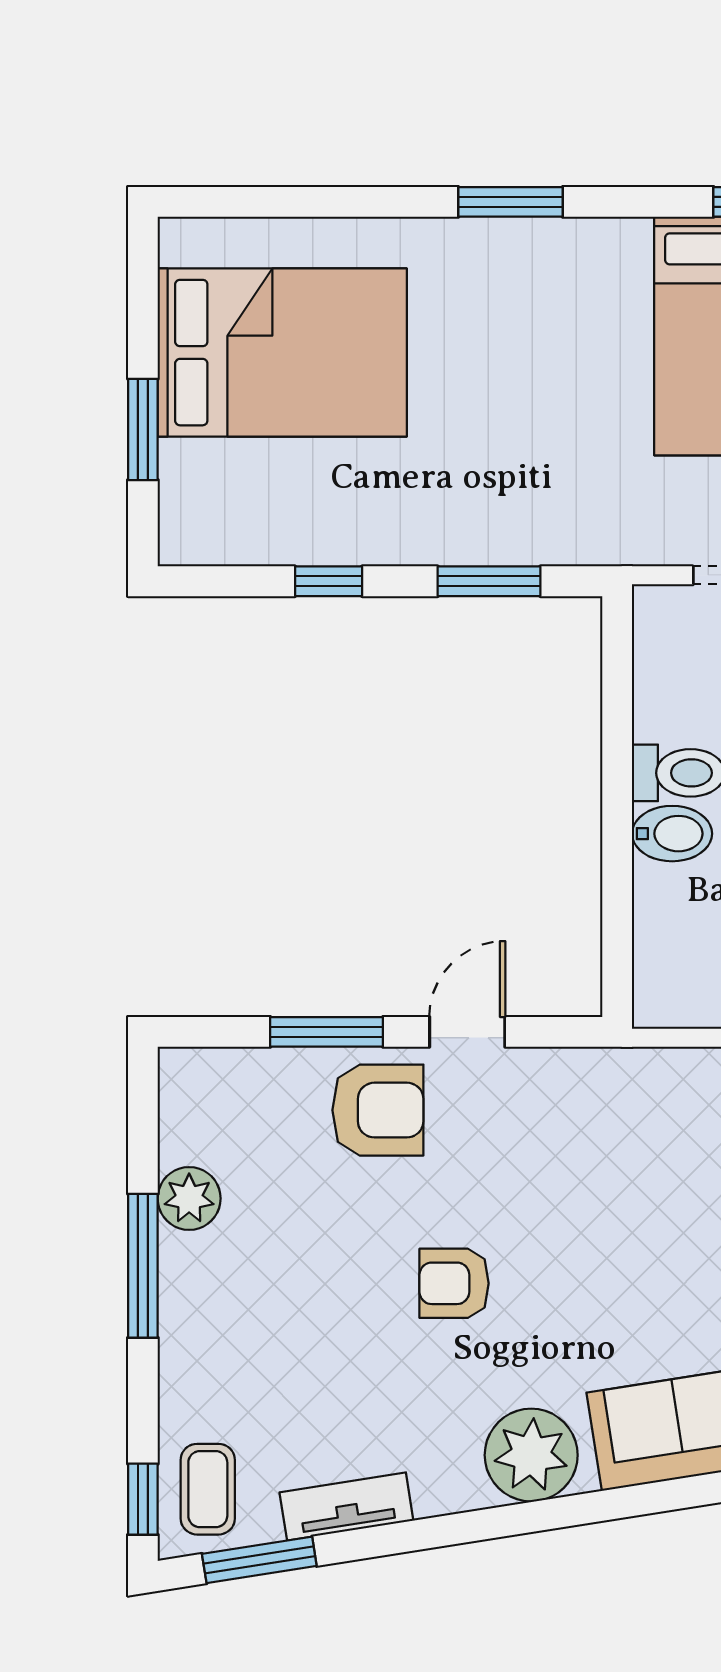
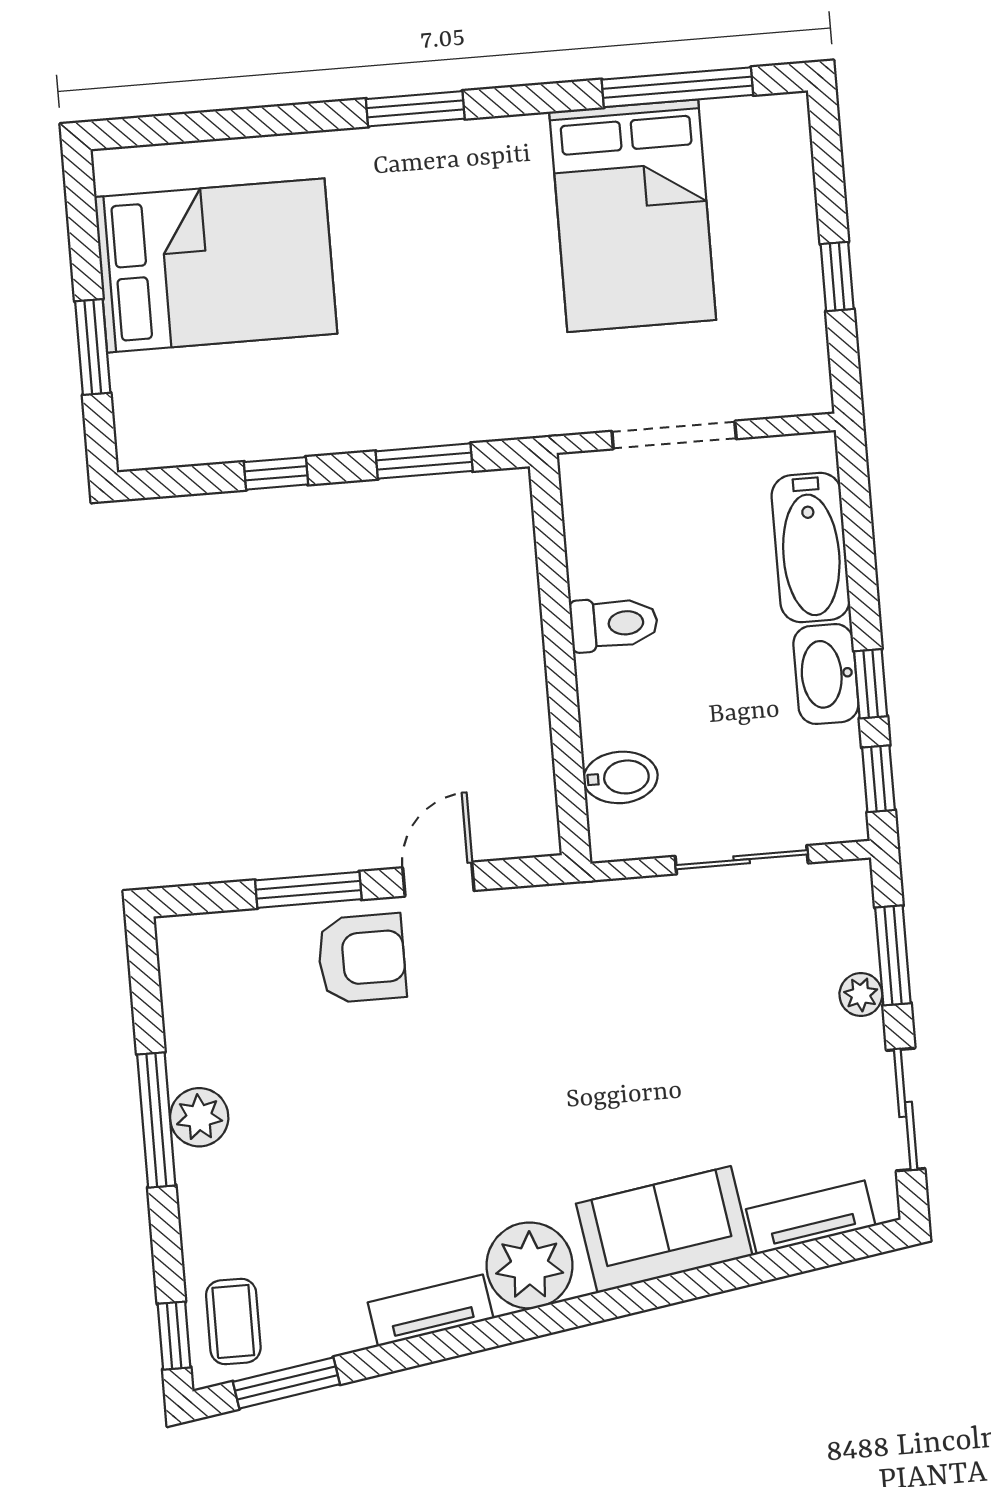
bidet: (672, 834) -> (621, 777), moved
plant: (189, 1198) -> (199, 1117), moved
armchair: (454, 1283) -> (445, 1113), removed
tv unit: (346, 1506) -> (431, 1310), moved

